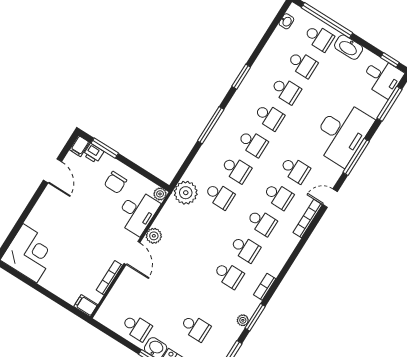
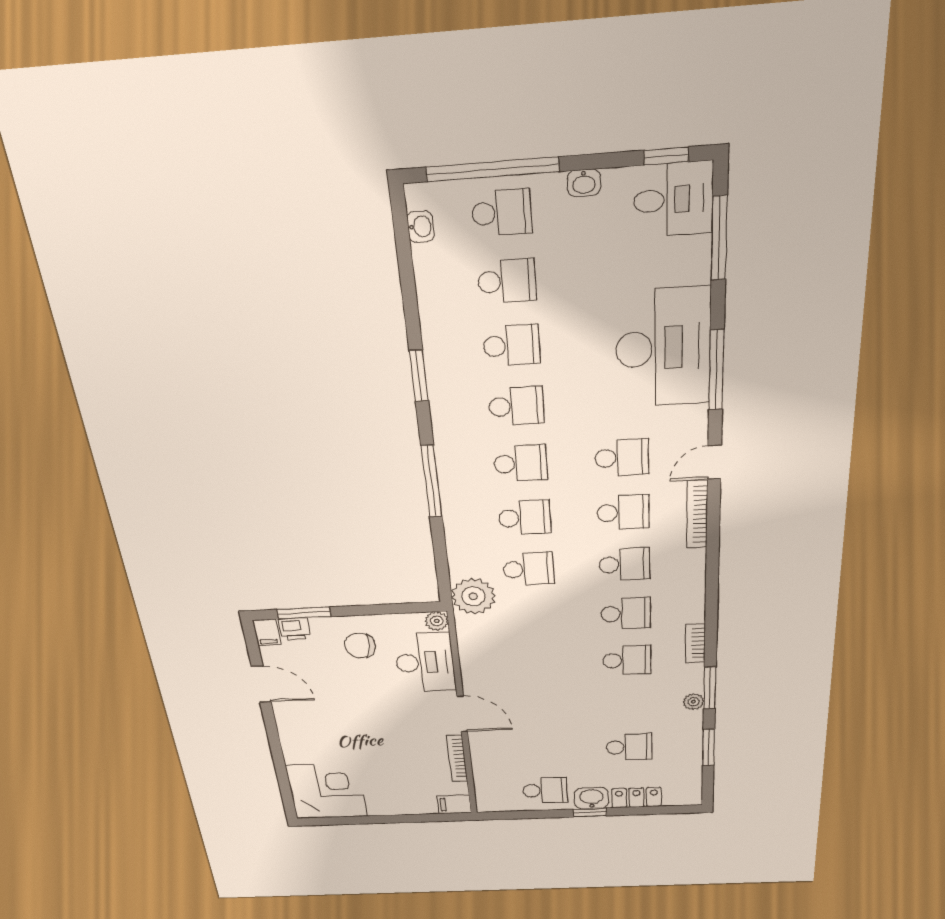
washbasin: (349, 47) -> (584, 183), width x0.52, depth x0.69
chair: (115, 182) -> (360, 646), turned 96
plant: (154, 236) -> (475, 677), removed

